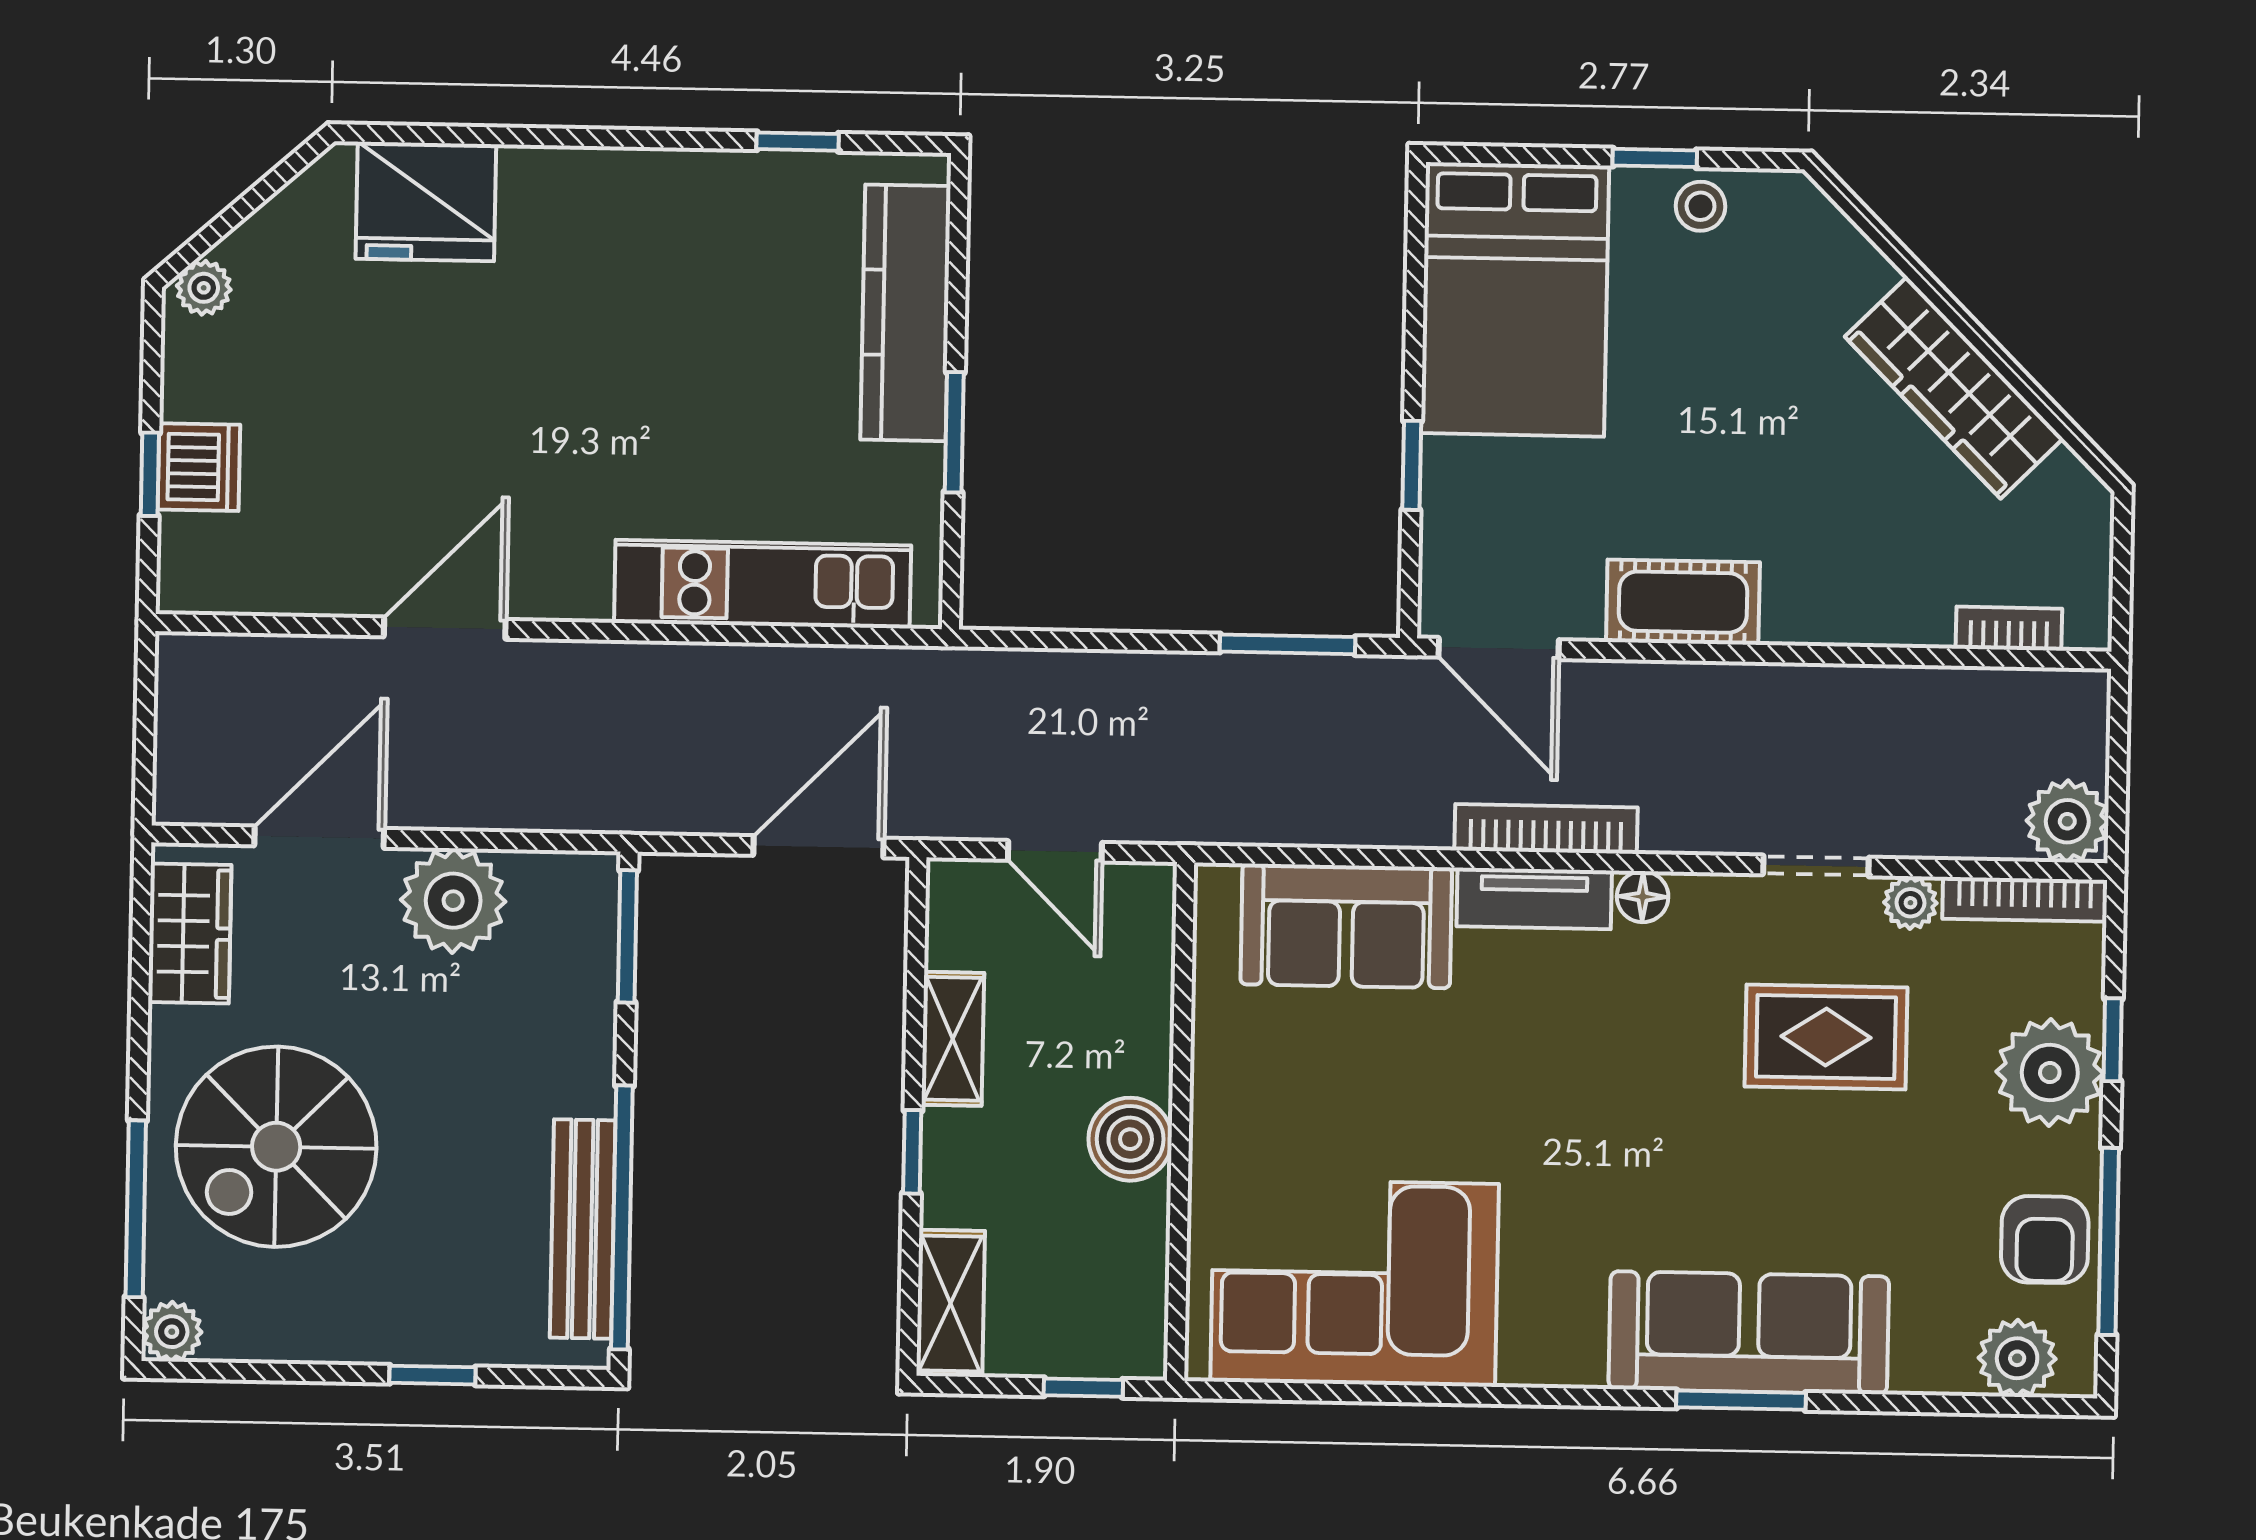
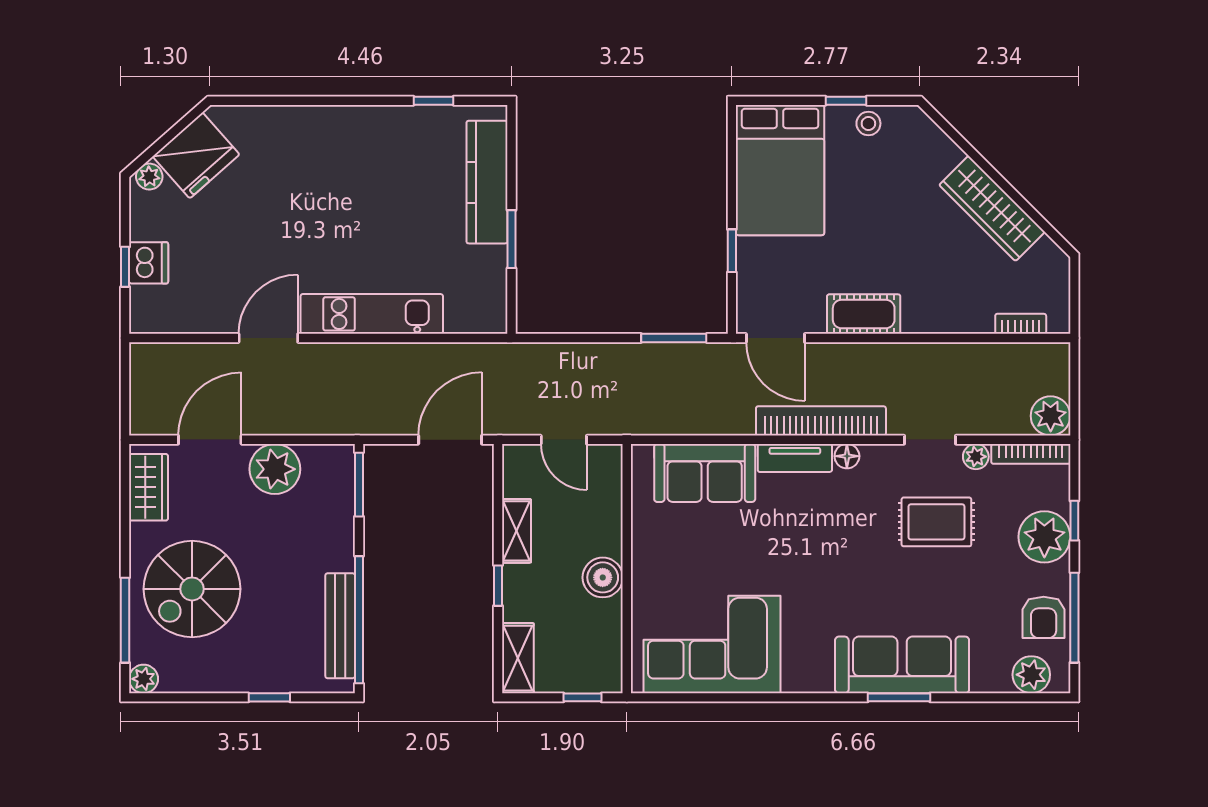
fridge: (426, 201) -> (196, 155), moved, turned -41
kitchen unit: (763, 584) -> (372, 314), moved
bookcase: (1546, 829) -> (821, 421), width x1.48, depth x1.31

